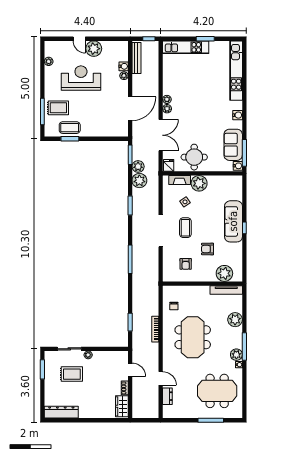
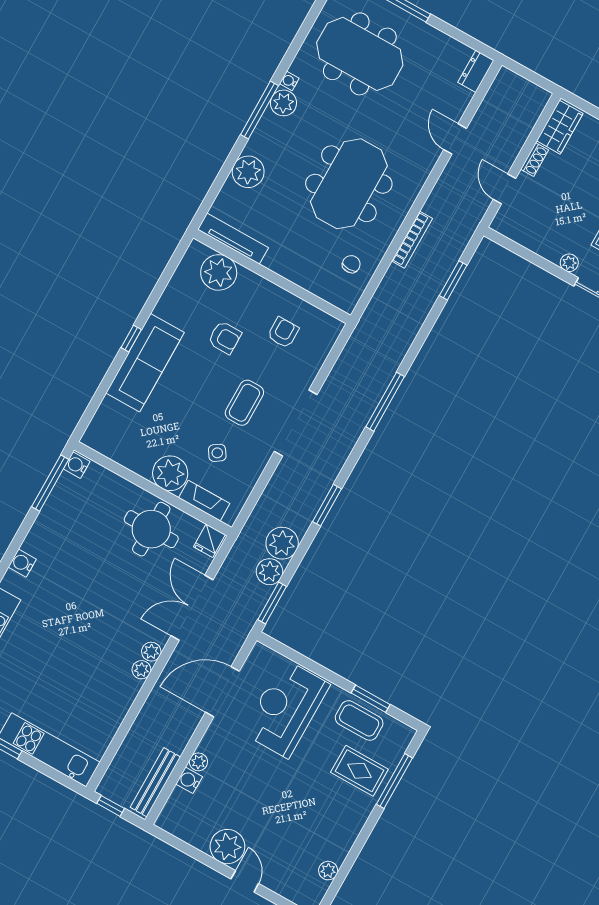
reception desk: (81, 78) -> (286, 709), moved, turned 90
sofa: (233, 145) -> (63, 511), removed
dresser: (167, 396) -> (476, 71), moved

